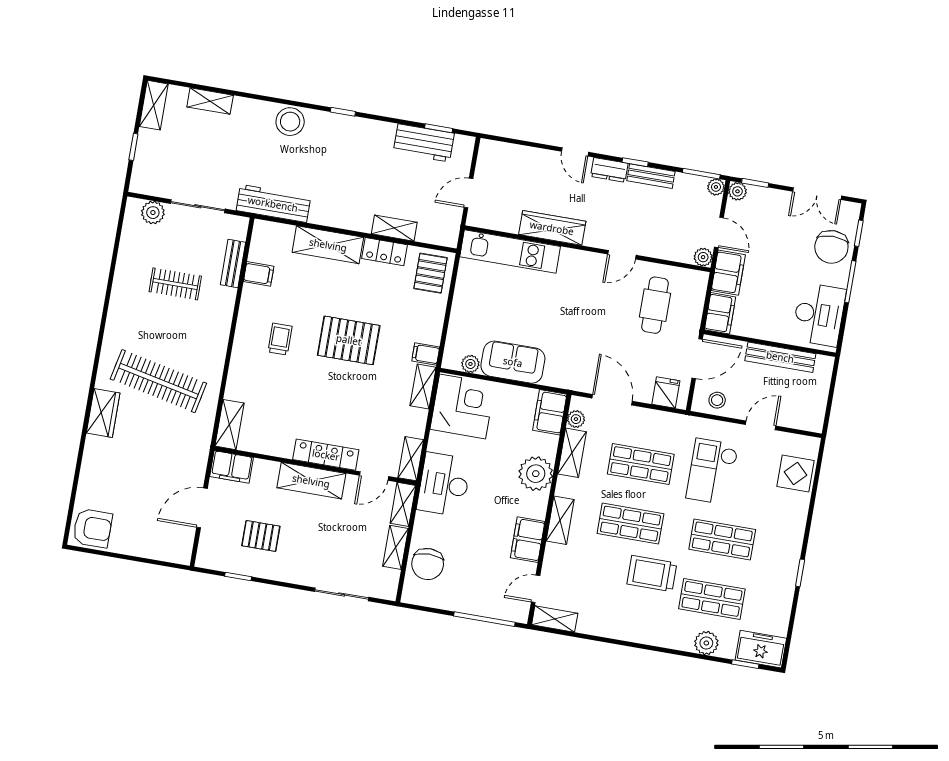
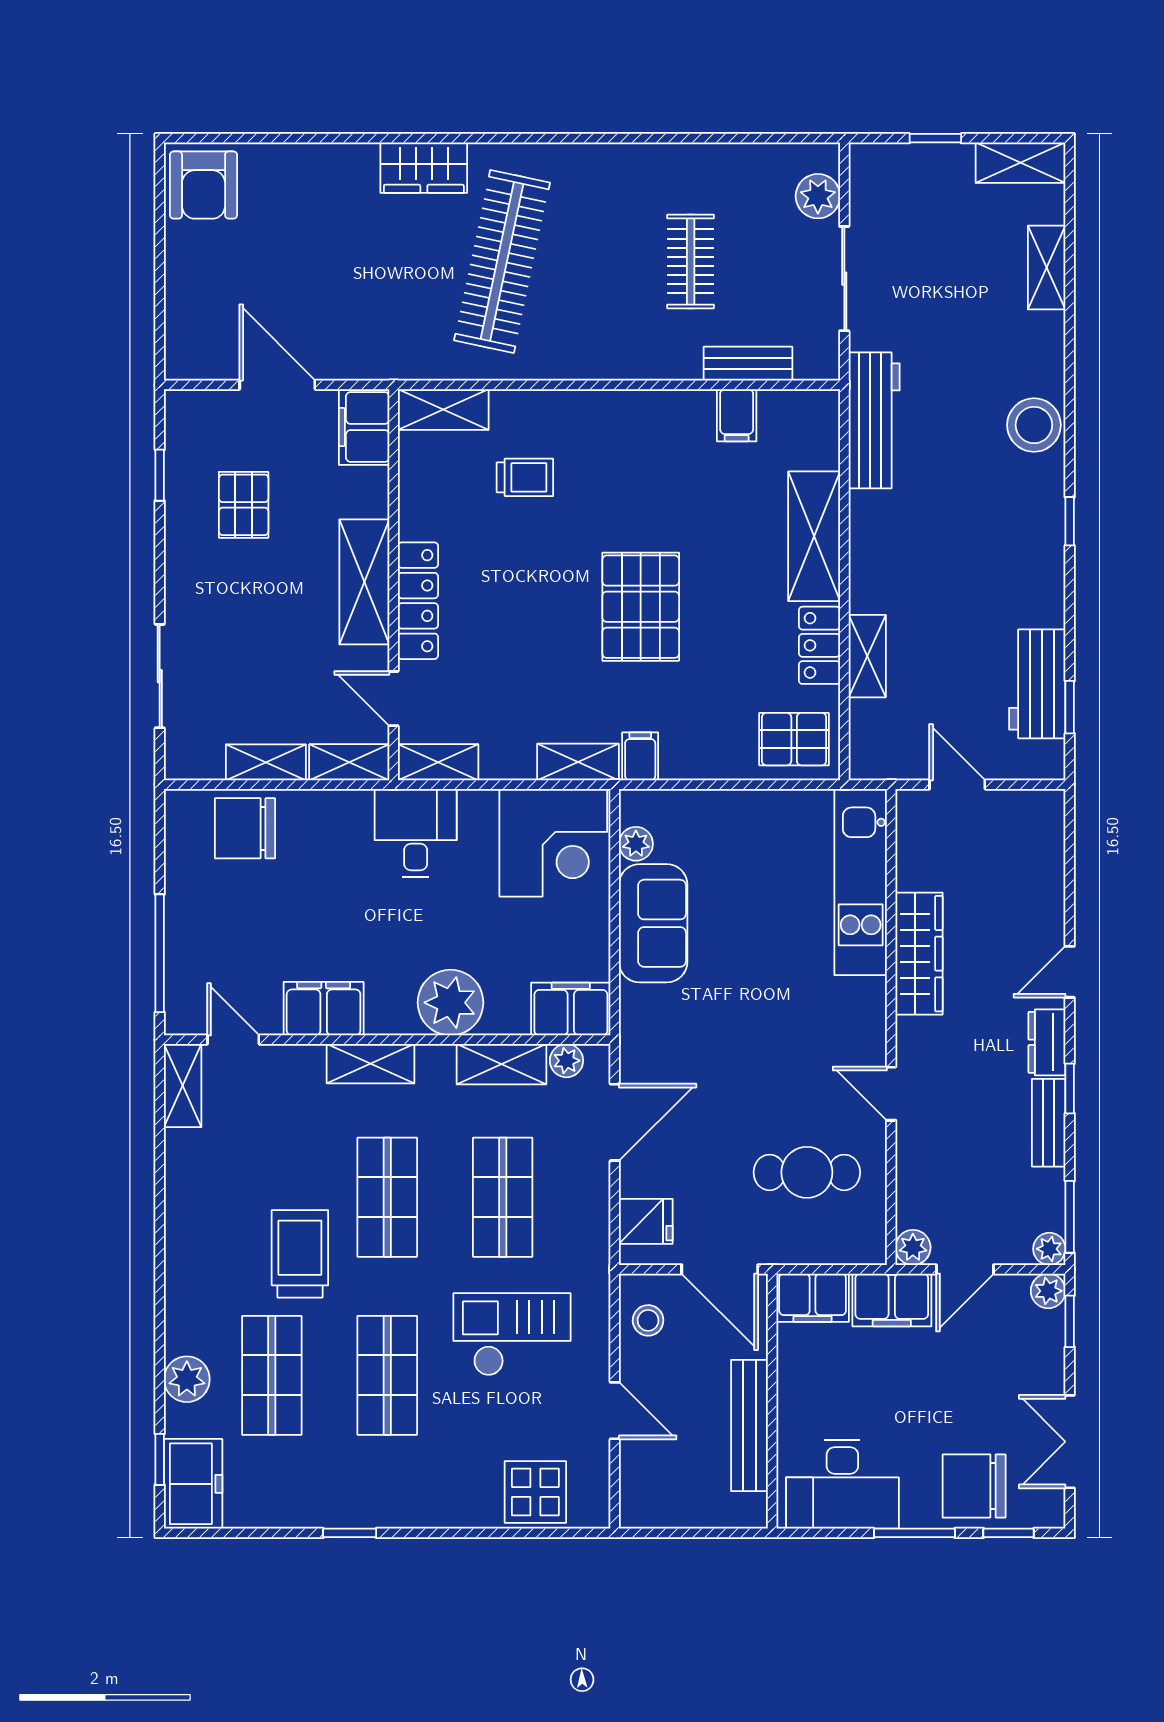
trolley: (280, 339) -> (525, 477), moved
desk: (444, 484) -> (416, 833), width x0.73

